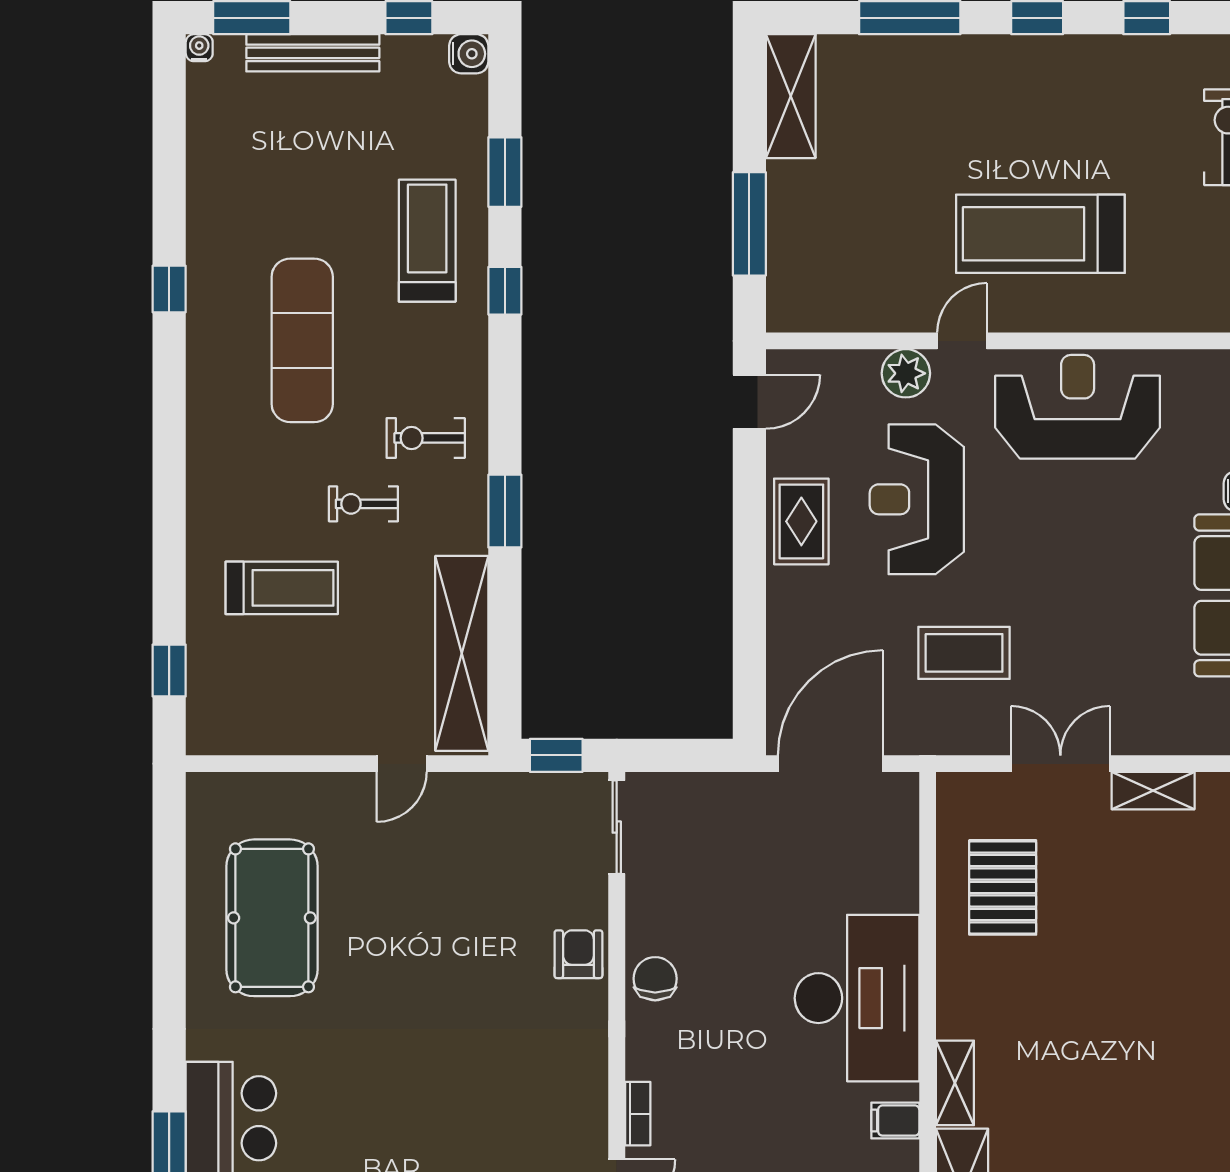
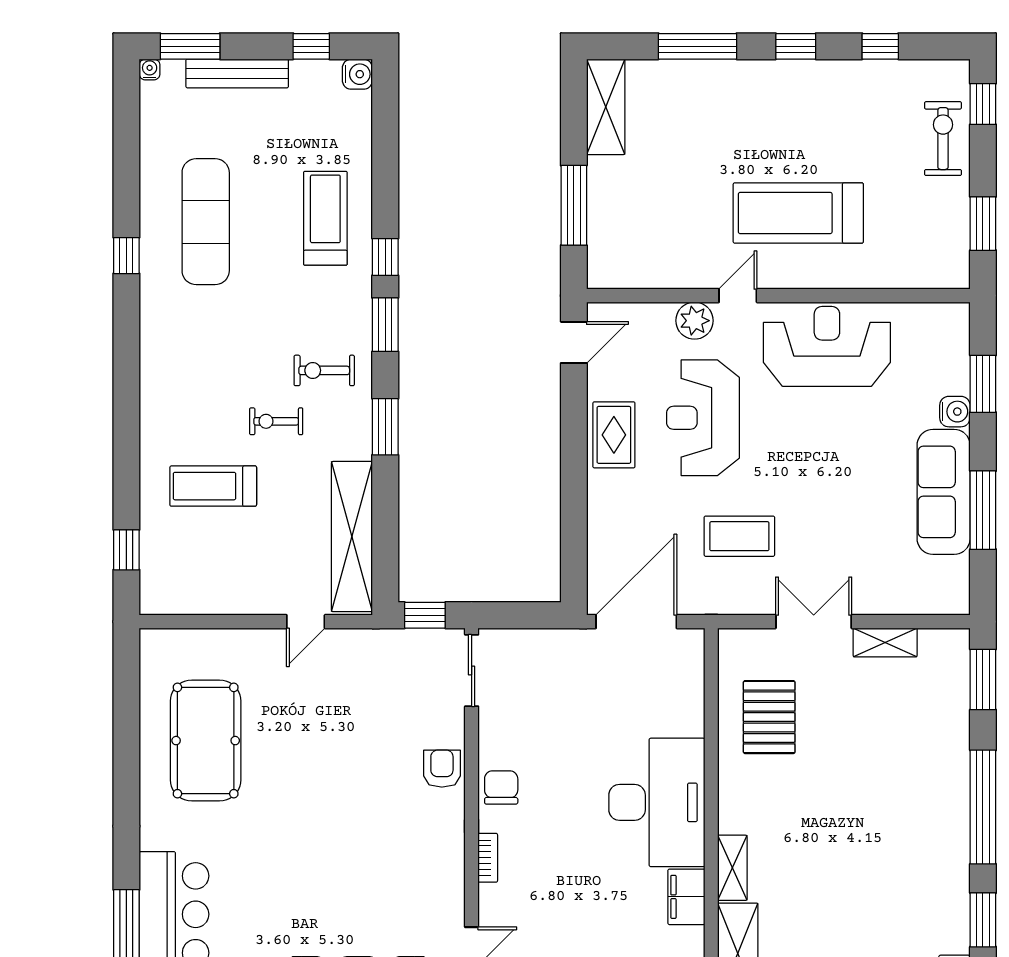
window: (505, 172) -> (385, 325), moved
exercise mat: (302, 340) -> (206, 222), moved
treadmill: (282, 588) -> (213, 486), turned 180
bookcase: (638, 1114) -> (488, 858), moved
filing cabinet: (895, 1121) -> (686, 897), width x2.00

